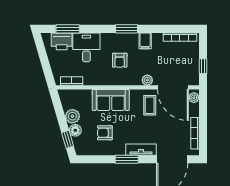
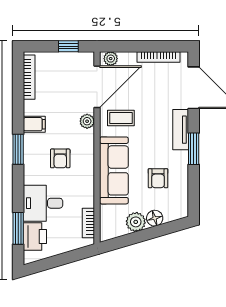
armchair: (120, 60) -> (60, 158), turned 90
sofa: (111, 100) -> (114, 170), width x1.36
window: (68, 139) -> (167, 229), removed

